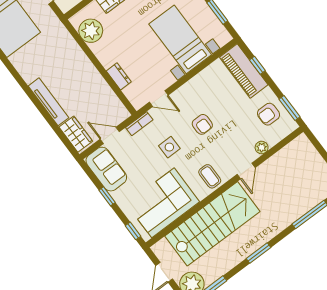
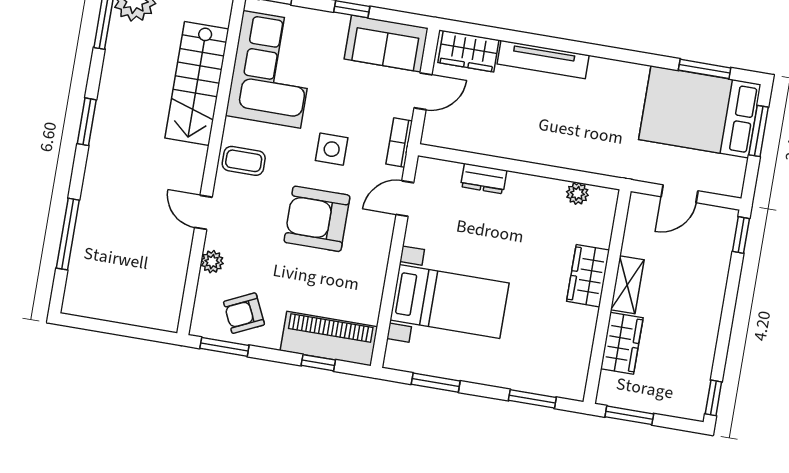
plant: (91, 31) -> (577, 193), width x0.53, depth x0.53
armchair: (269, 114) -> (244, 313), turned -115
armchair: (202, 124) -> (317, 219), width x1.88, depth x1.88
stairs: (212, 224) -> (197, 83), width x0.73, depth x0.66

